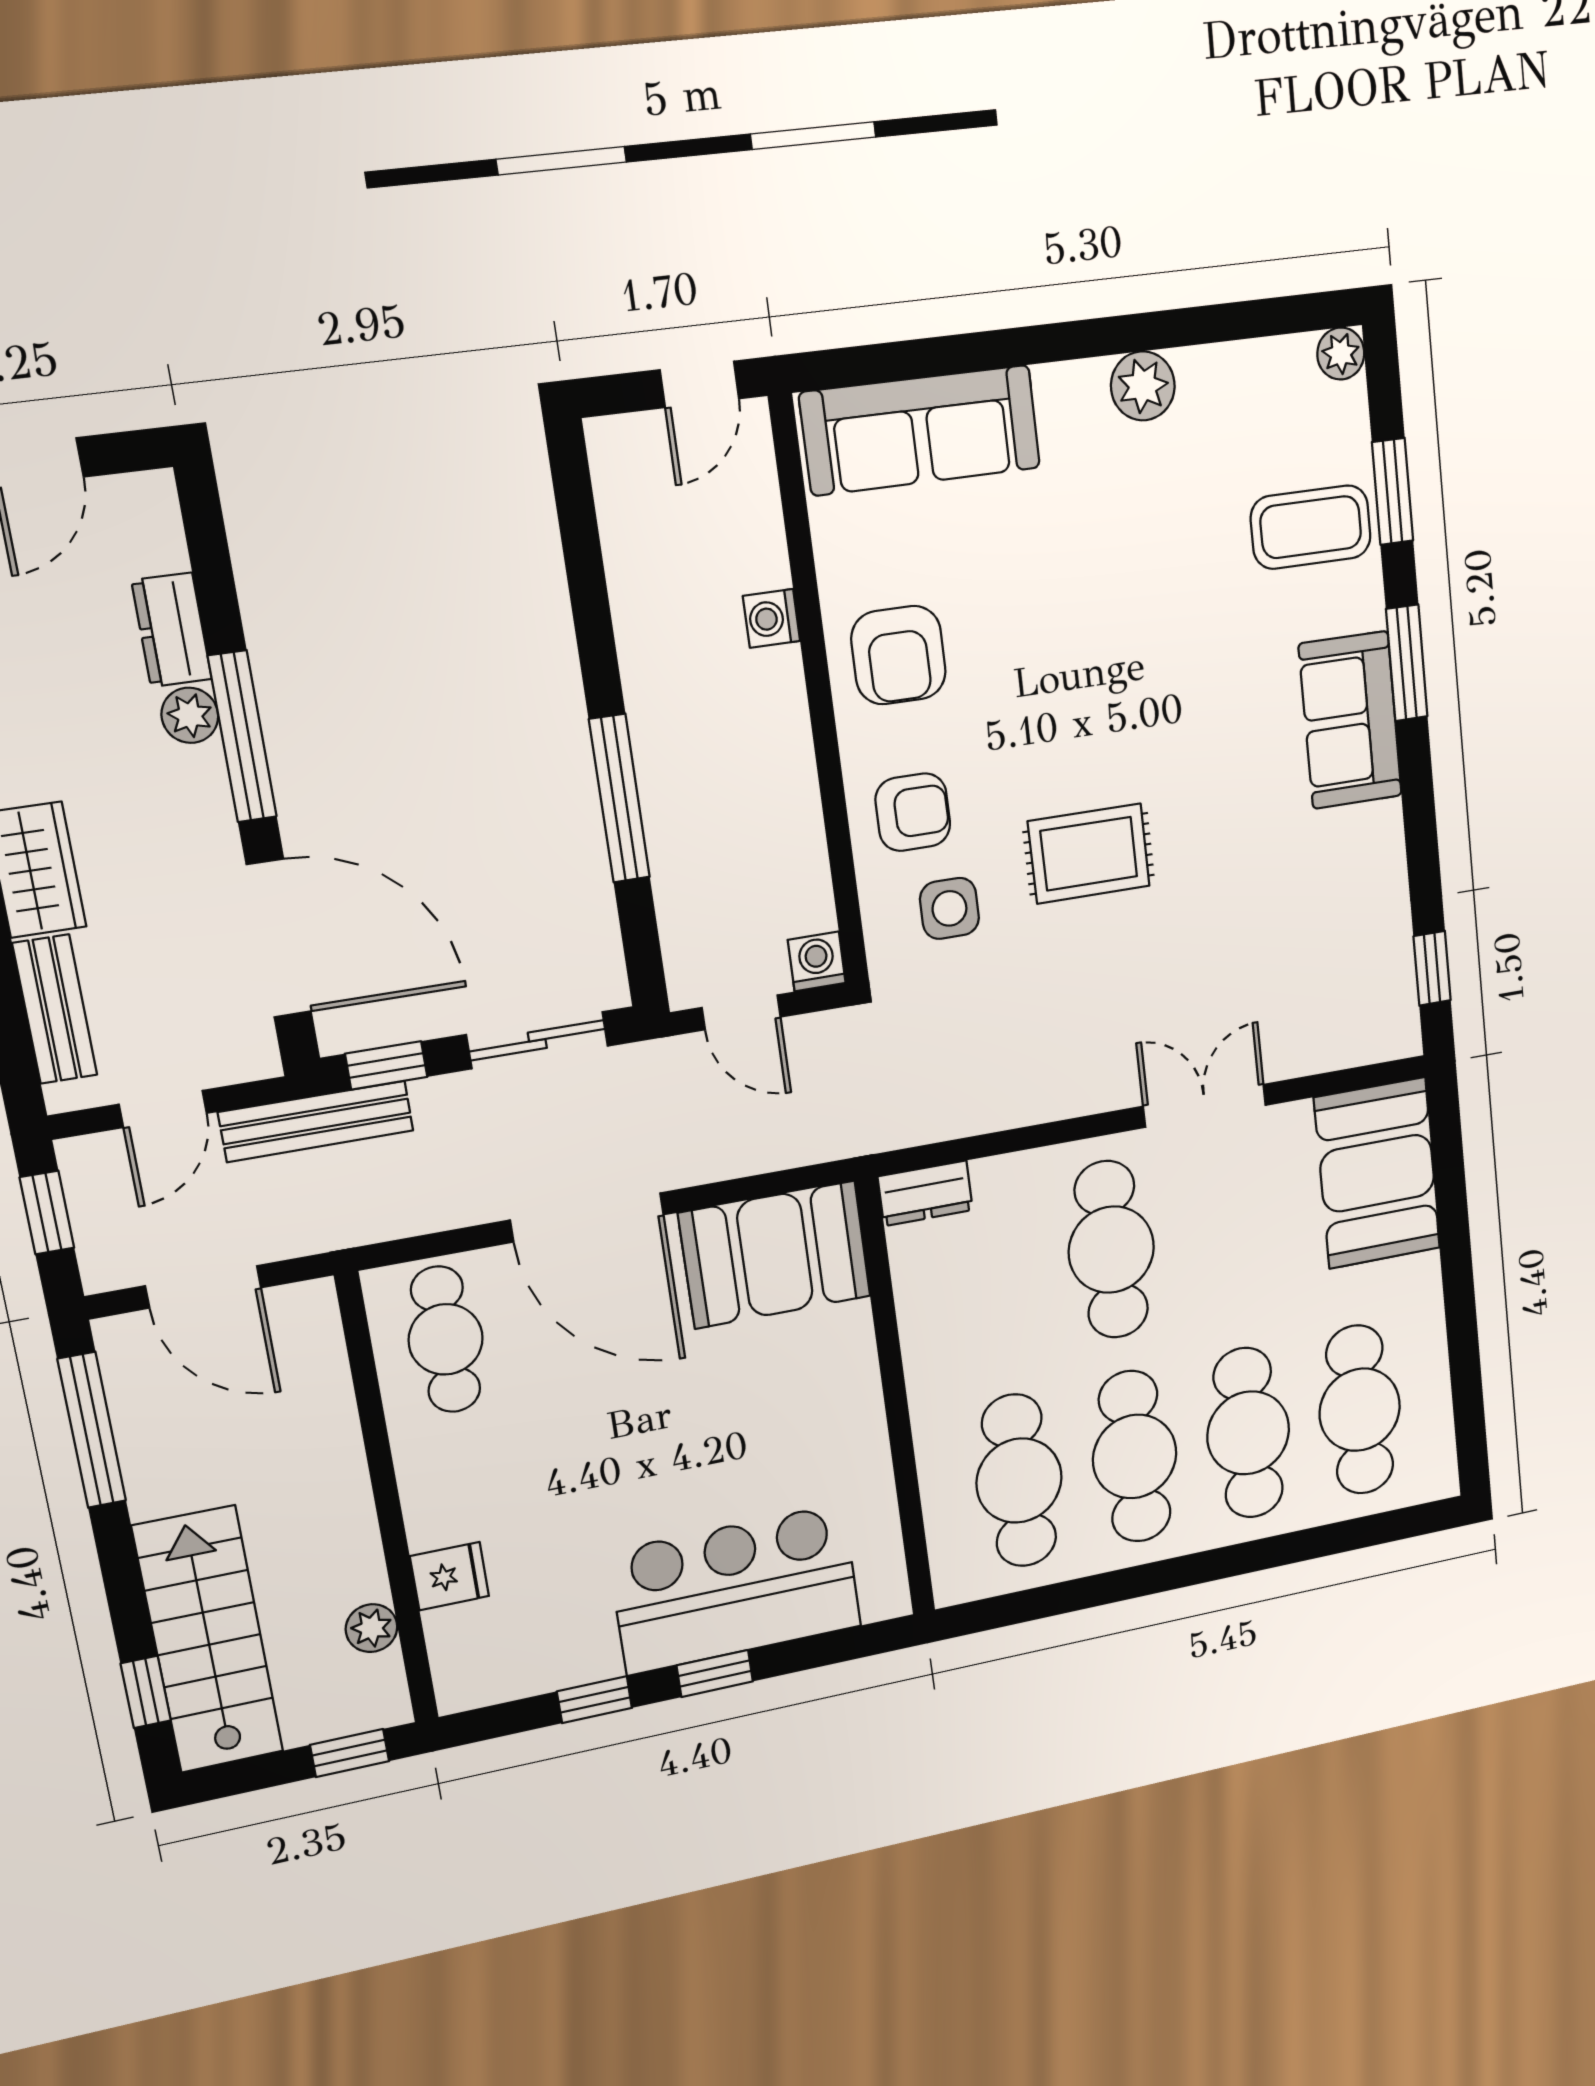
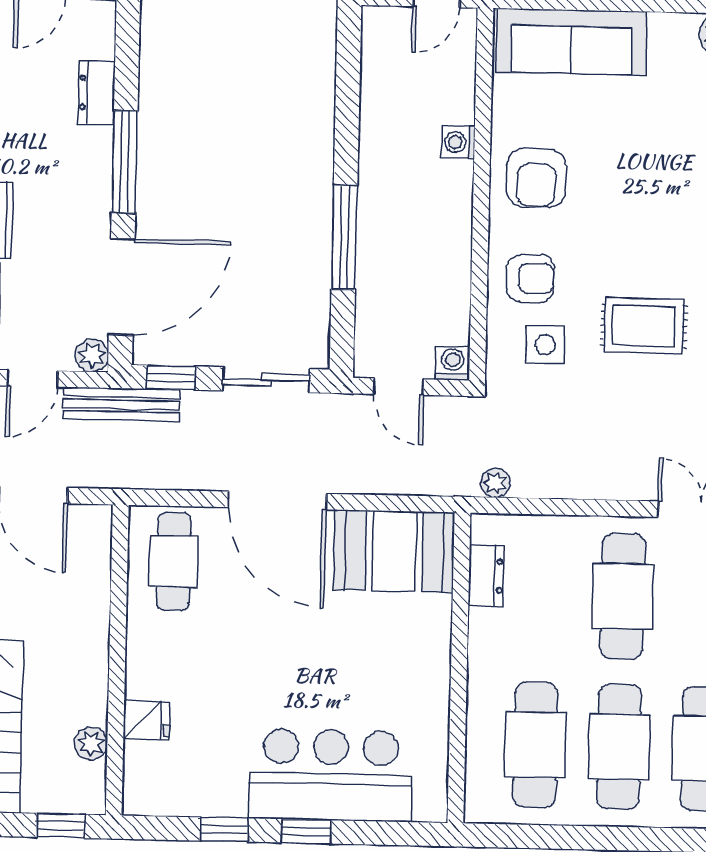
plant: (190, 715) -> (92, 355), moved
door: (279, 938) -> (122, 287), hinge flipped
plant: (907, 1126) -> (495, 483), added
dresser: (925, 1193) -> (486, 576), moved, turned -90

